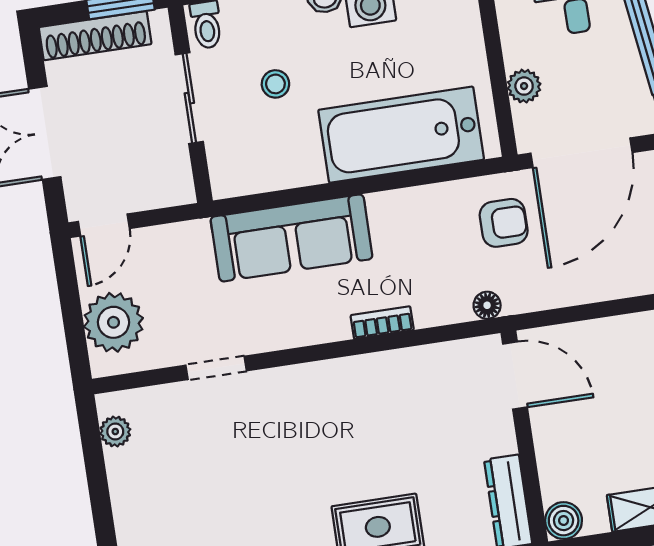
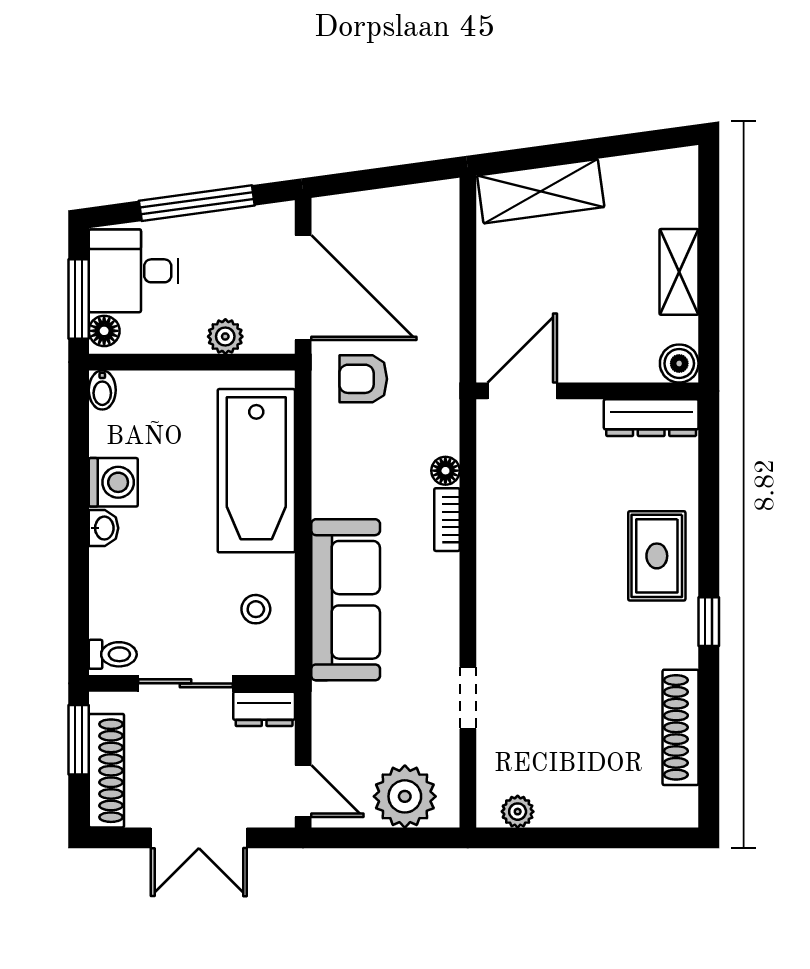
stool: (275, 84) -> (256, 609), moved
dresser: (176, 176) -> (264, 709), added
armchair: (504, 223) -> (363, 379), turned -90
floor lamp: (487, 305) -> (445, 471), moved

